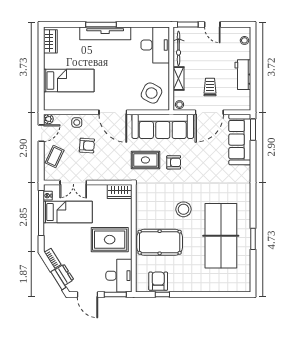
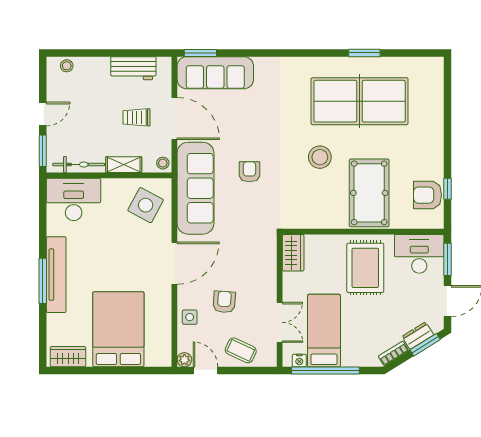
workbench: (243, 75) -> (133, 68), moved
bed: (69, 81) -> (118, 329), width x1.50
rug: (145, 160) -> (246, 214), removed

